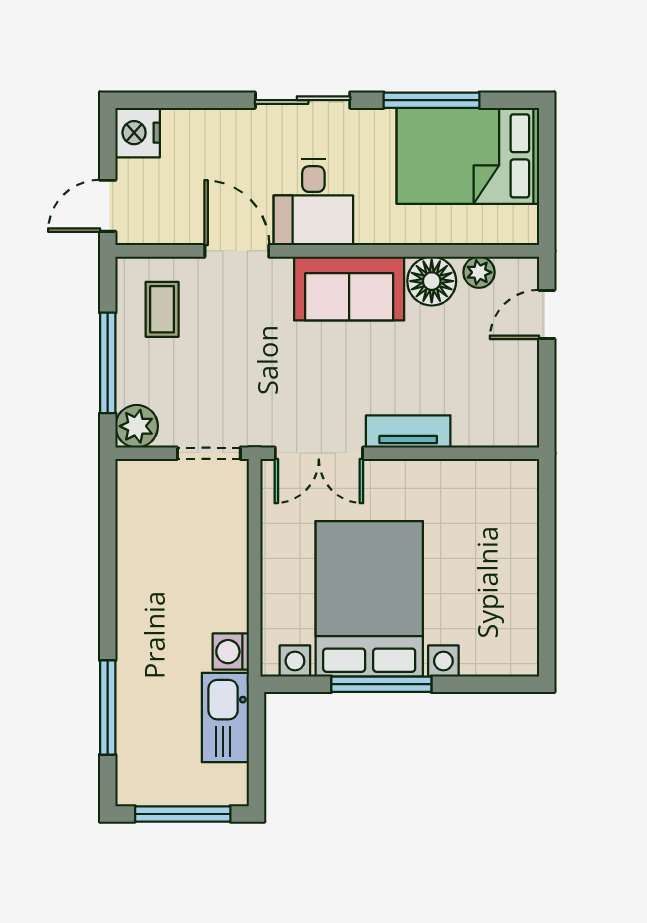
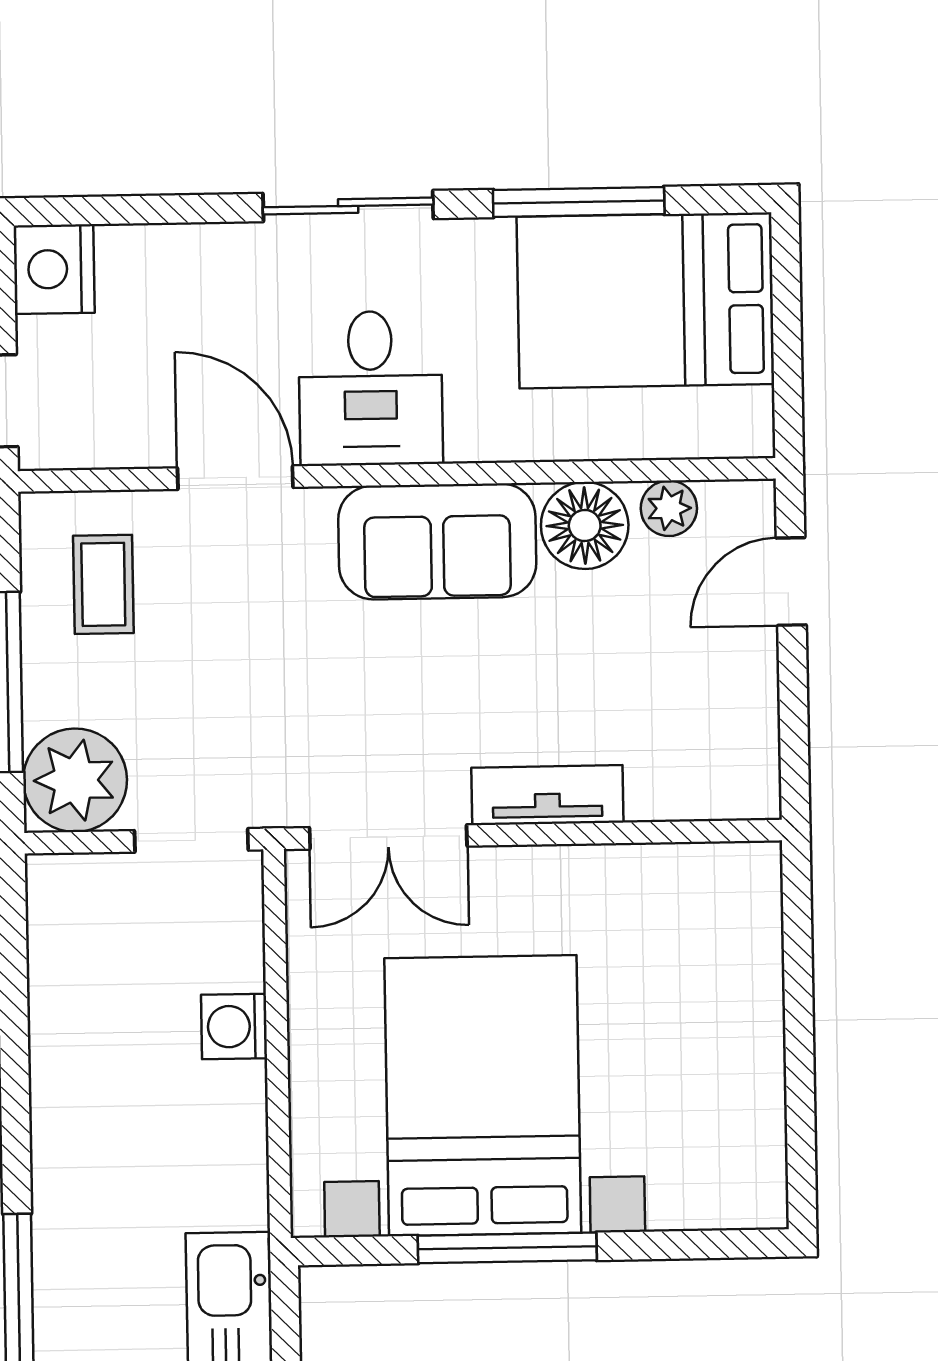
plant: (137, 426) -> (75, 780), width x1.36, depth x1.36
washing machine: (231, 652) -> (234, 1027), moved

